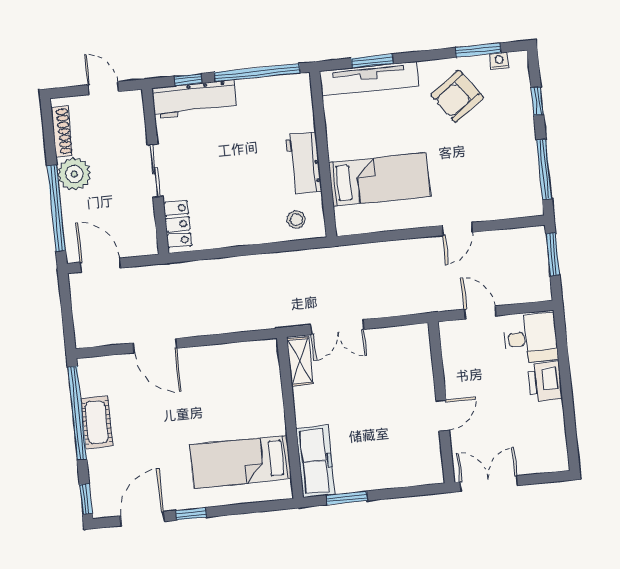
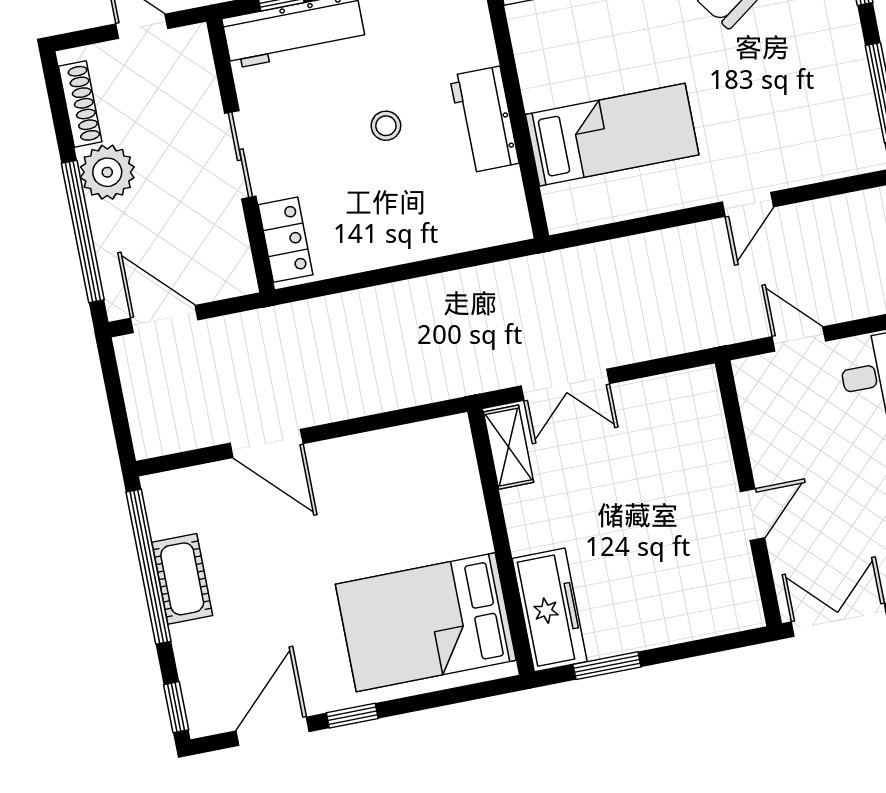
stool: (296, 220) -> (386, 126), moved
bed: (240, 462) -> (426, 622), width x1.50

